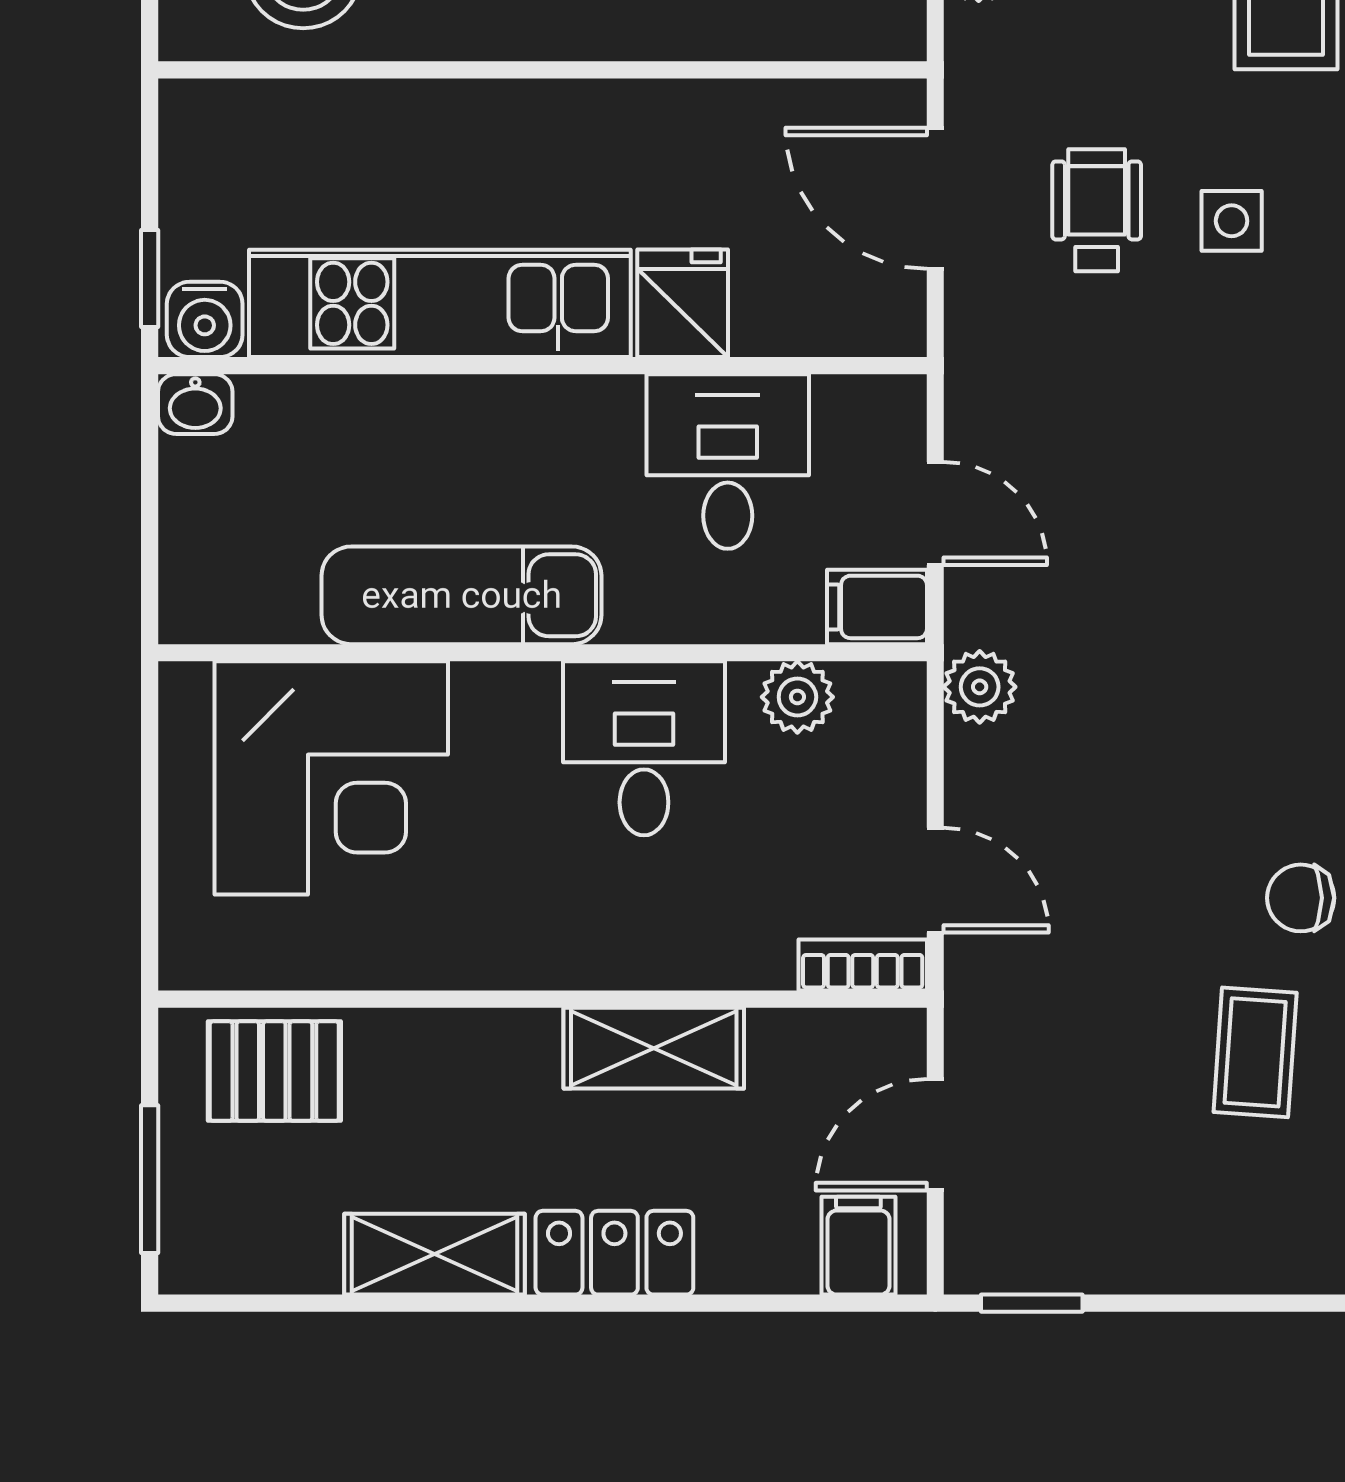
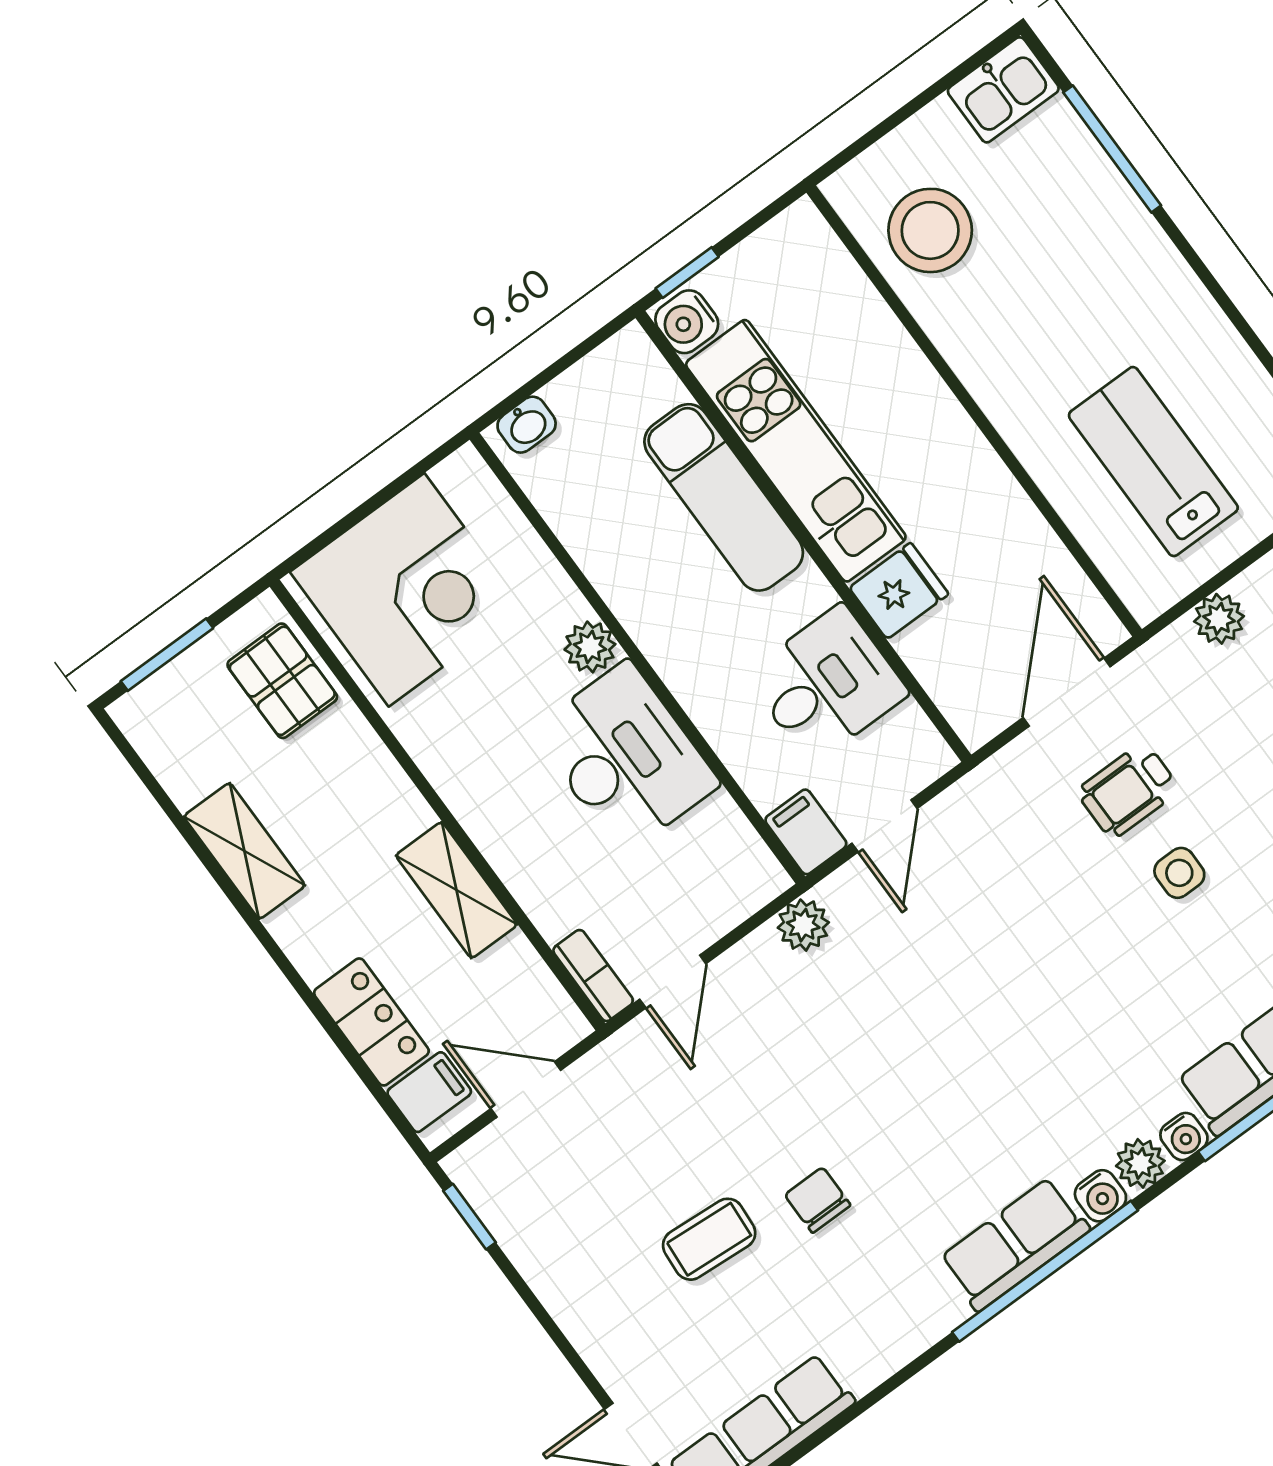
wheelchair: (1097, 210) -> (1128, 790), turned 180
washbasin: (195, 404) -> (527, 425), moved, turned -90
exam couch: (462, 595) -> (724, 497), moved, turned 180
plant: (797, 697) -> (590, 647), moved
desk: (644, 748) -> (625, 757), width x1.37
corner desk: (331, 778) -> (407, 590), moved, turned -90
locker: (614, 1253) -> (371, 1022), moved

